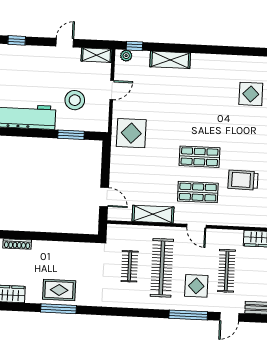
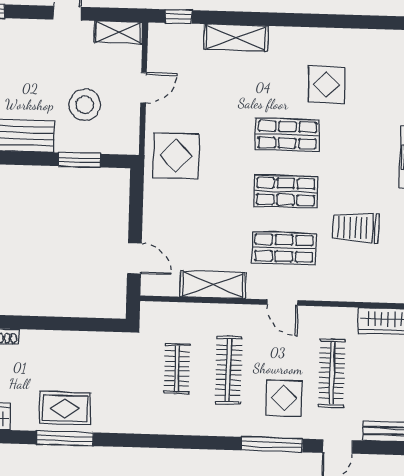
plant: (126, 56) -> (166, 32), removed
display table: (251, 94) -> (327, 85), moved
shop shelf: (201, 121) -> (287, 135), added
clothes rail: (162, 268) -> (229, 370), width x0.73, depth x0.76

